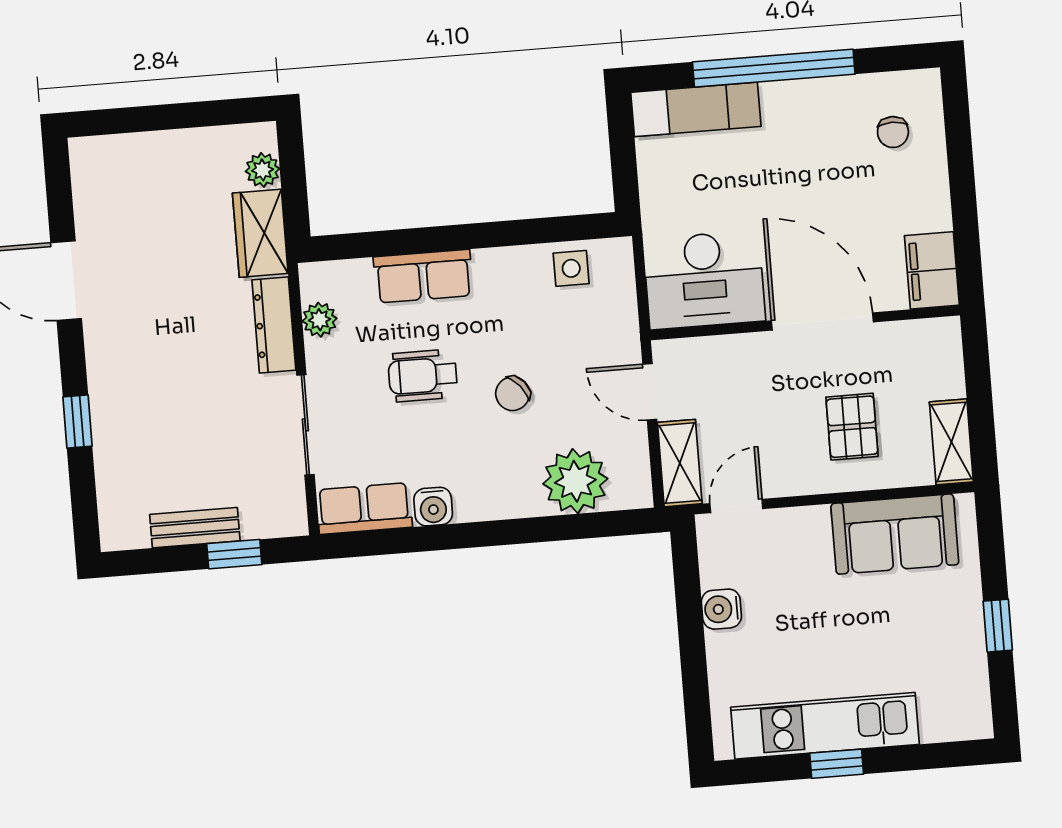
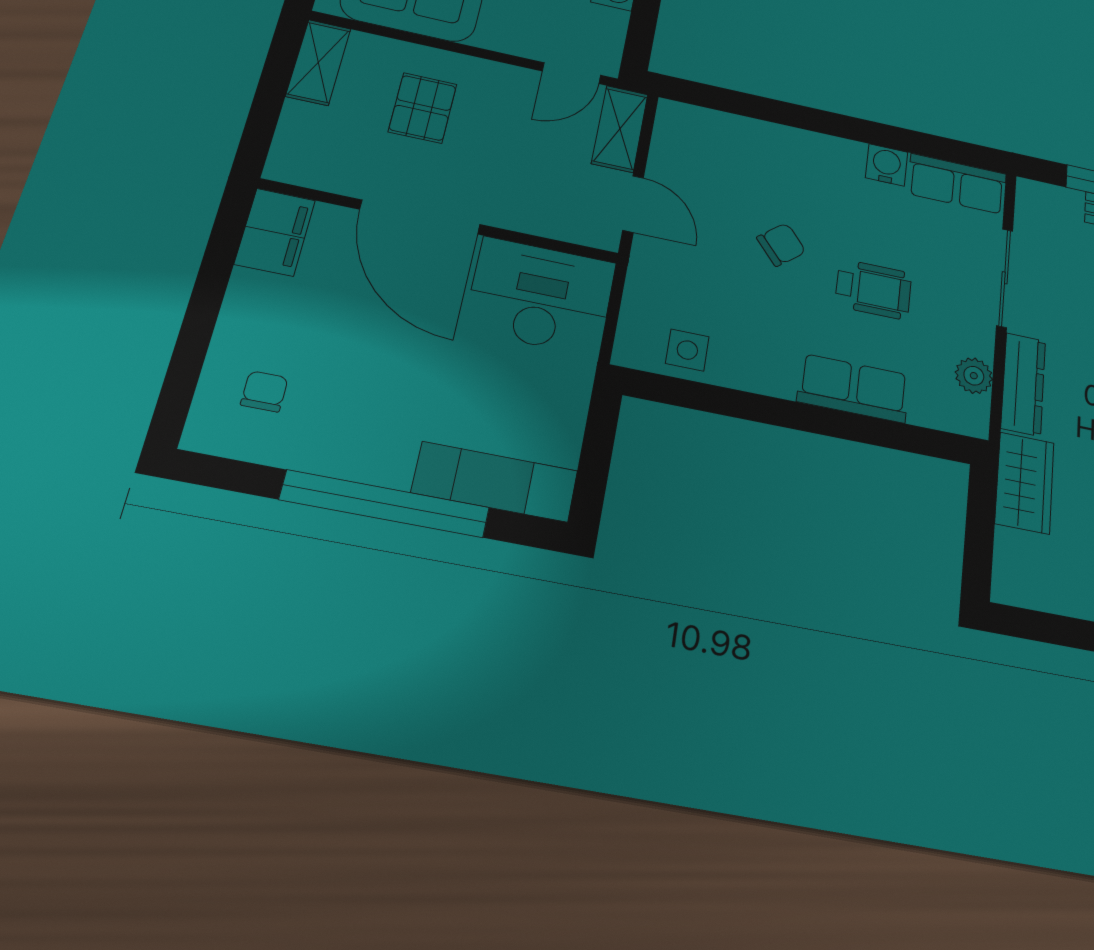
plant: (263, 170) -> (1013, 551), removed
plant: (575, 481) -> (734, 145), removed

